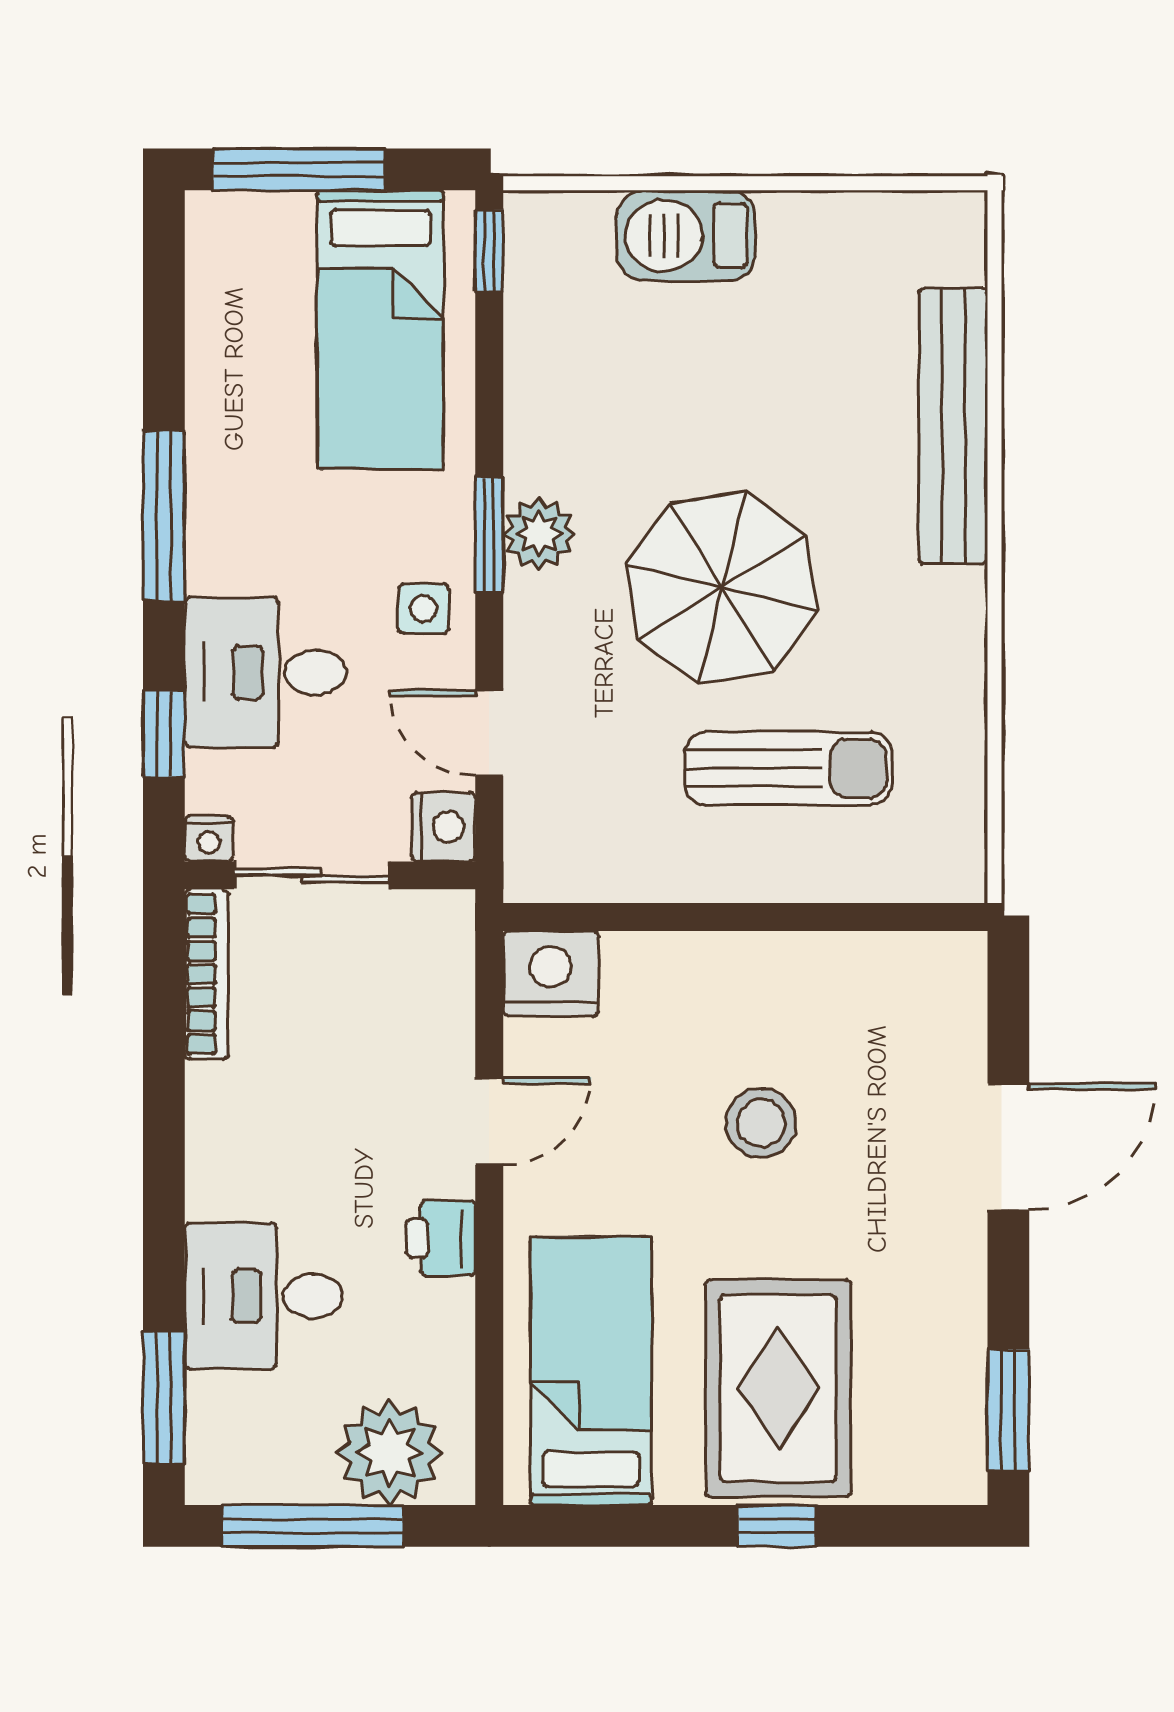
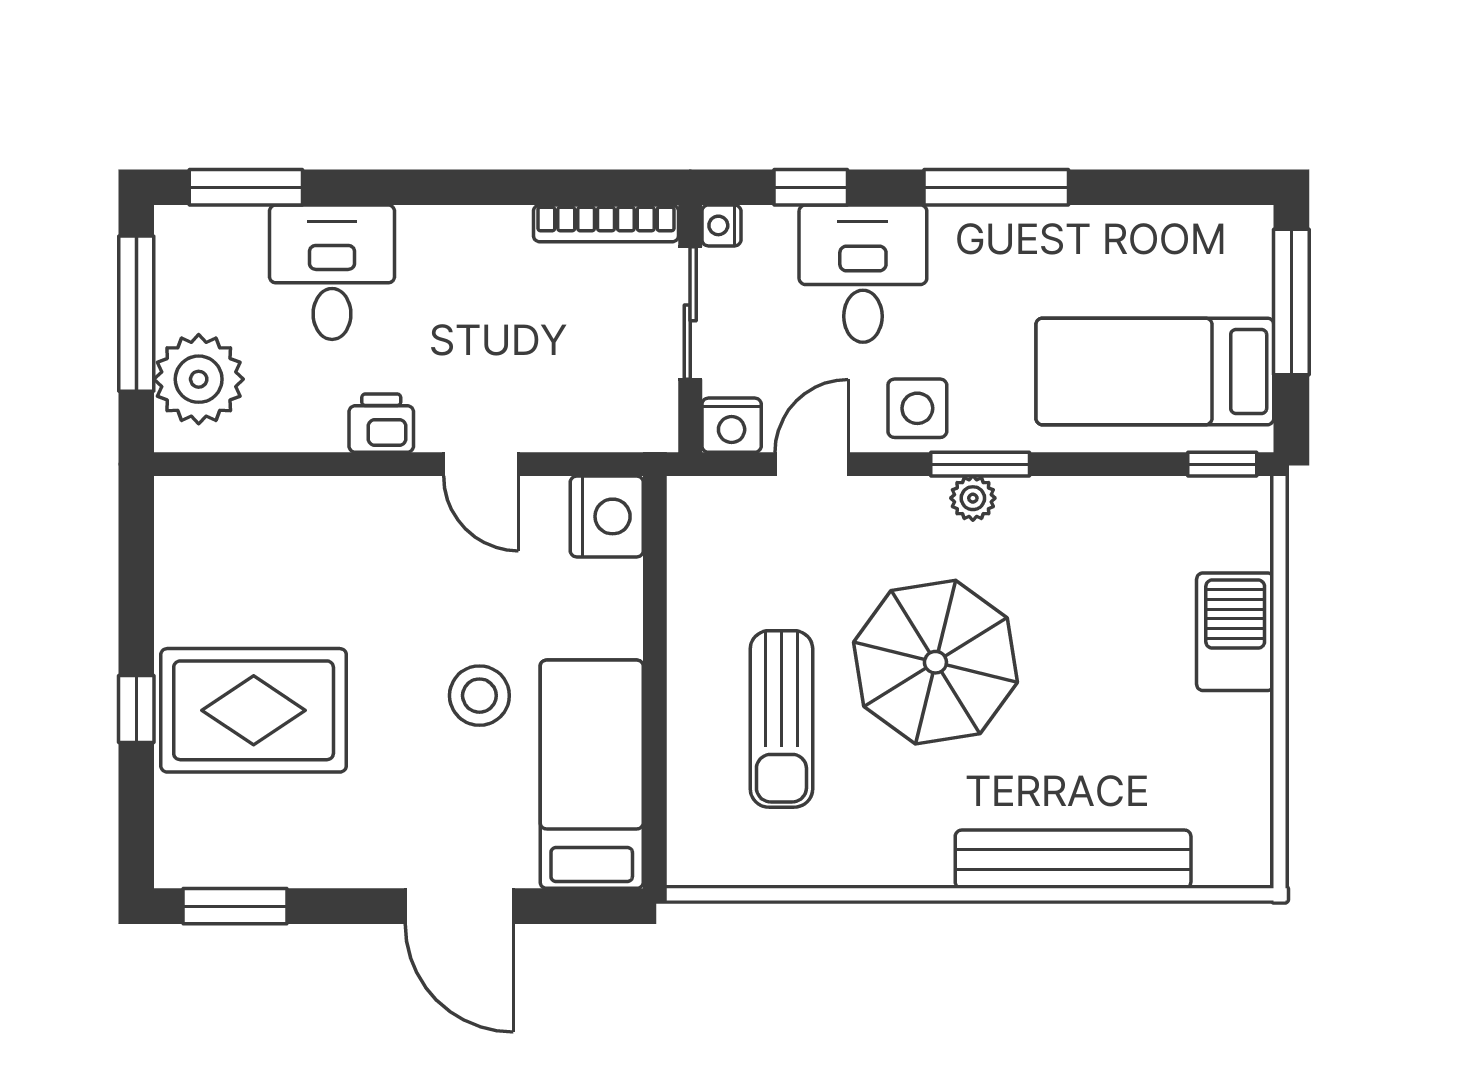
plant: (539, 534) -> (973, 498), width x0.73, depth x0.73
side table: (424, 609) -> (917, 408), width x1.37, depth x1.37
bed: (591, 1371) -> (592, 774), moved, turned -90

